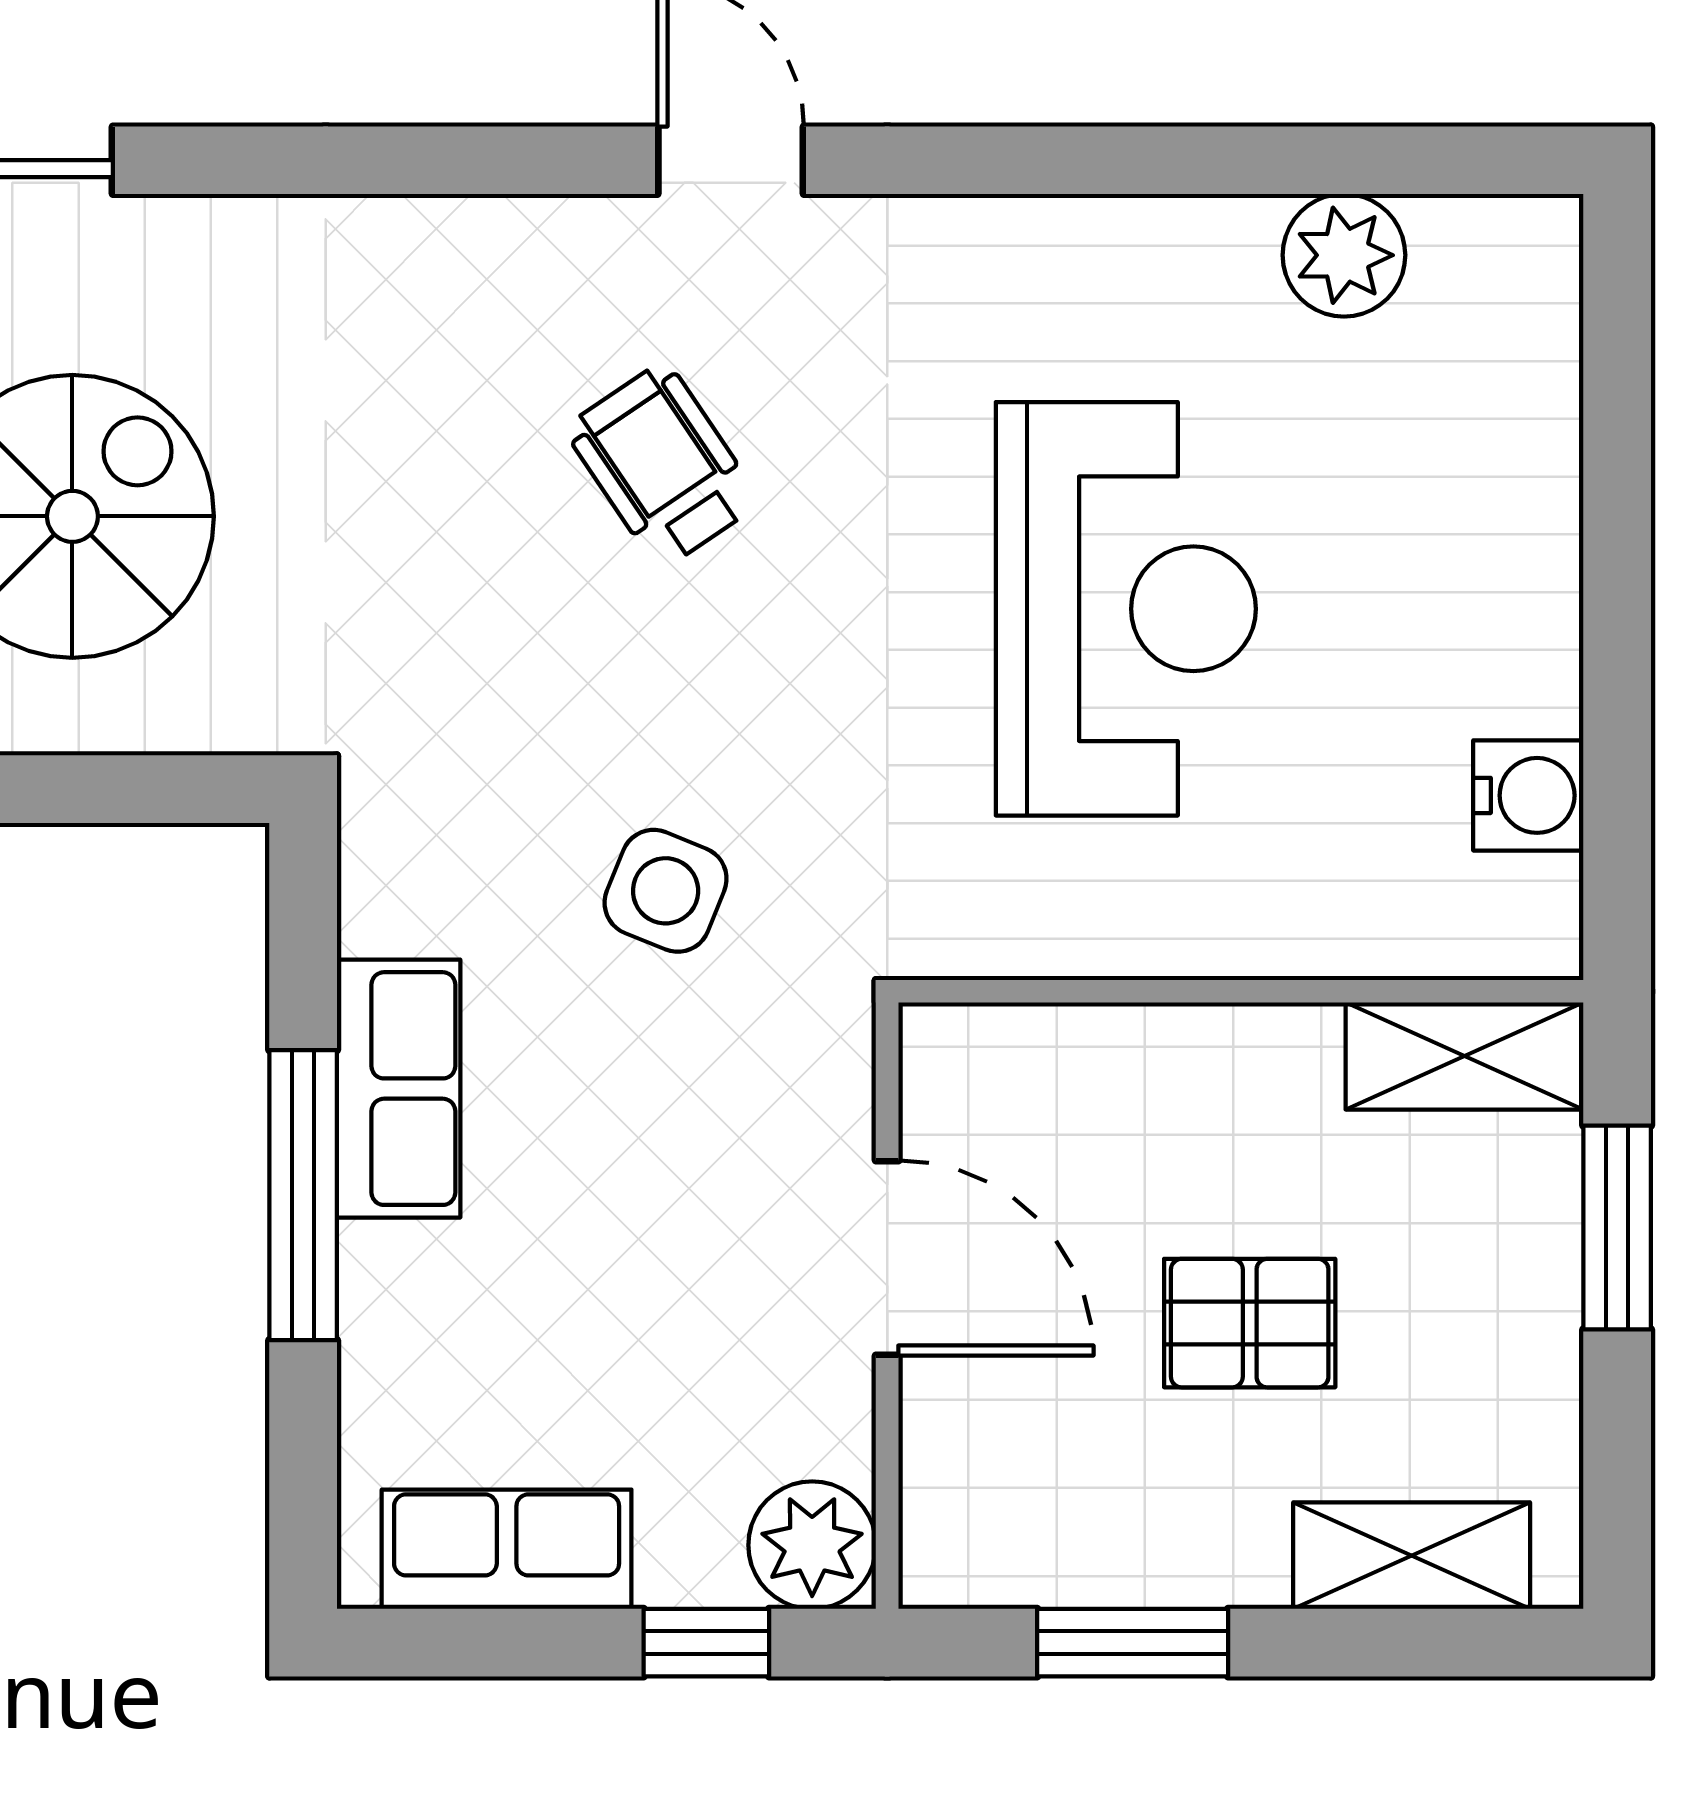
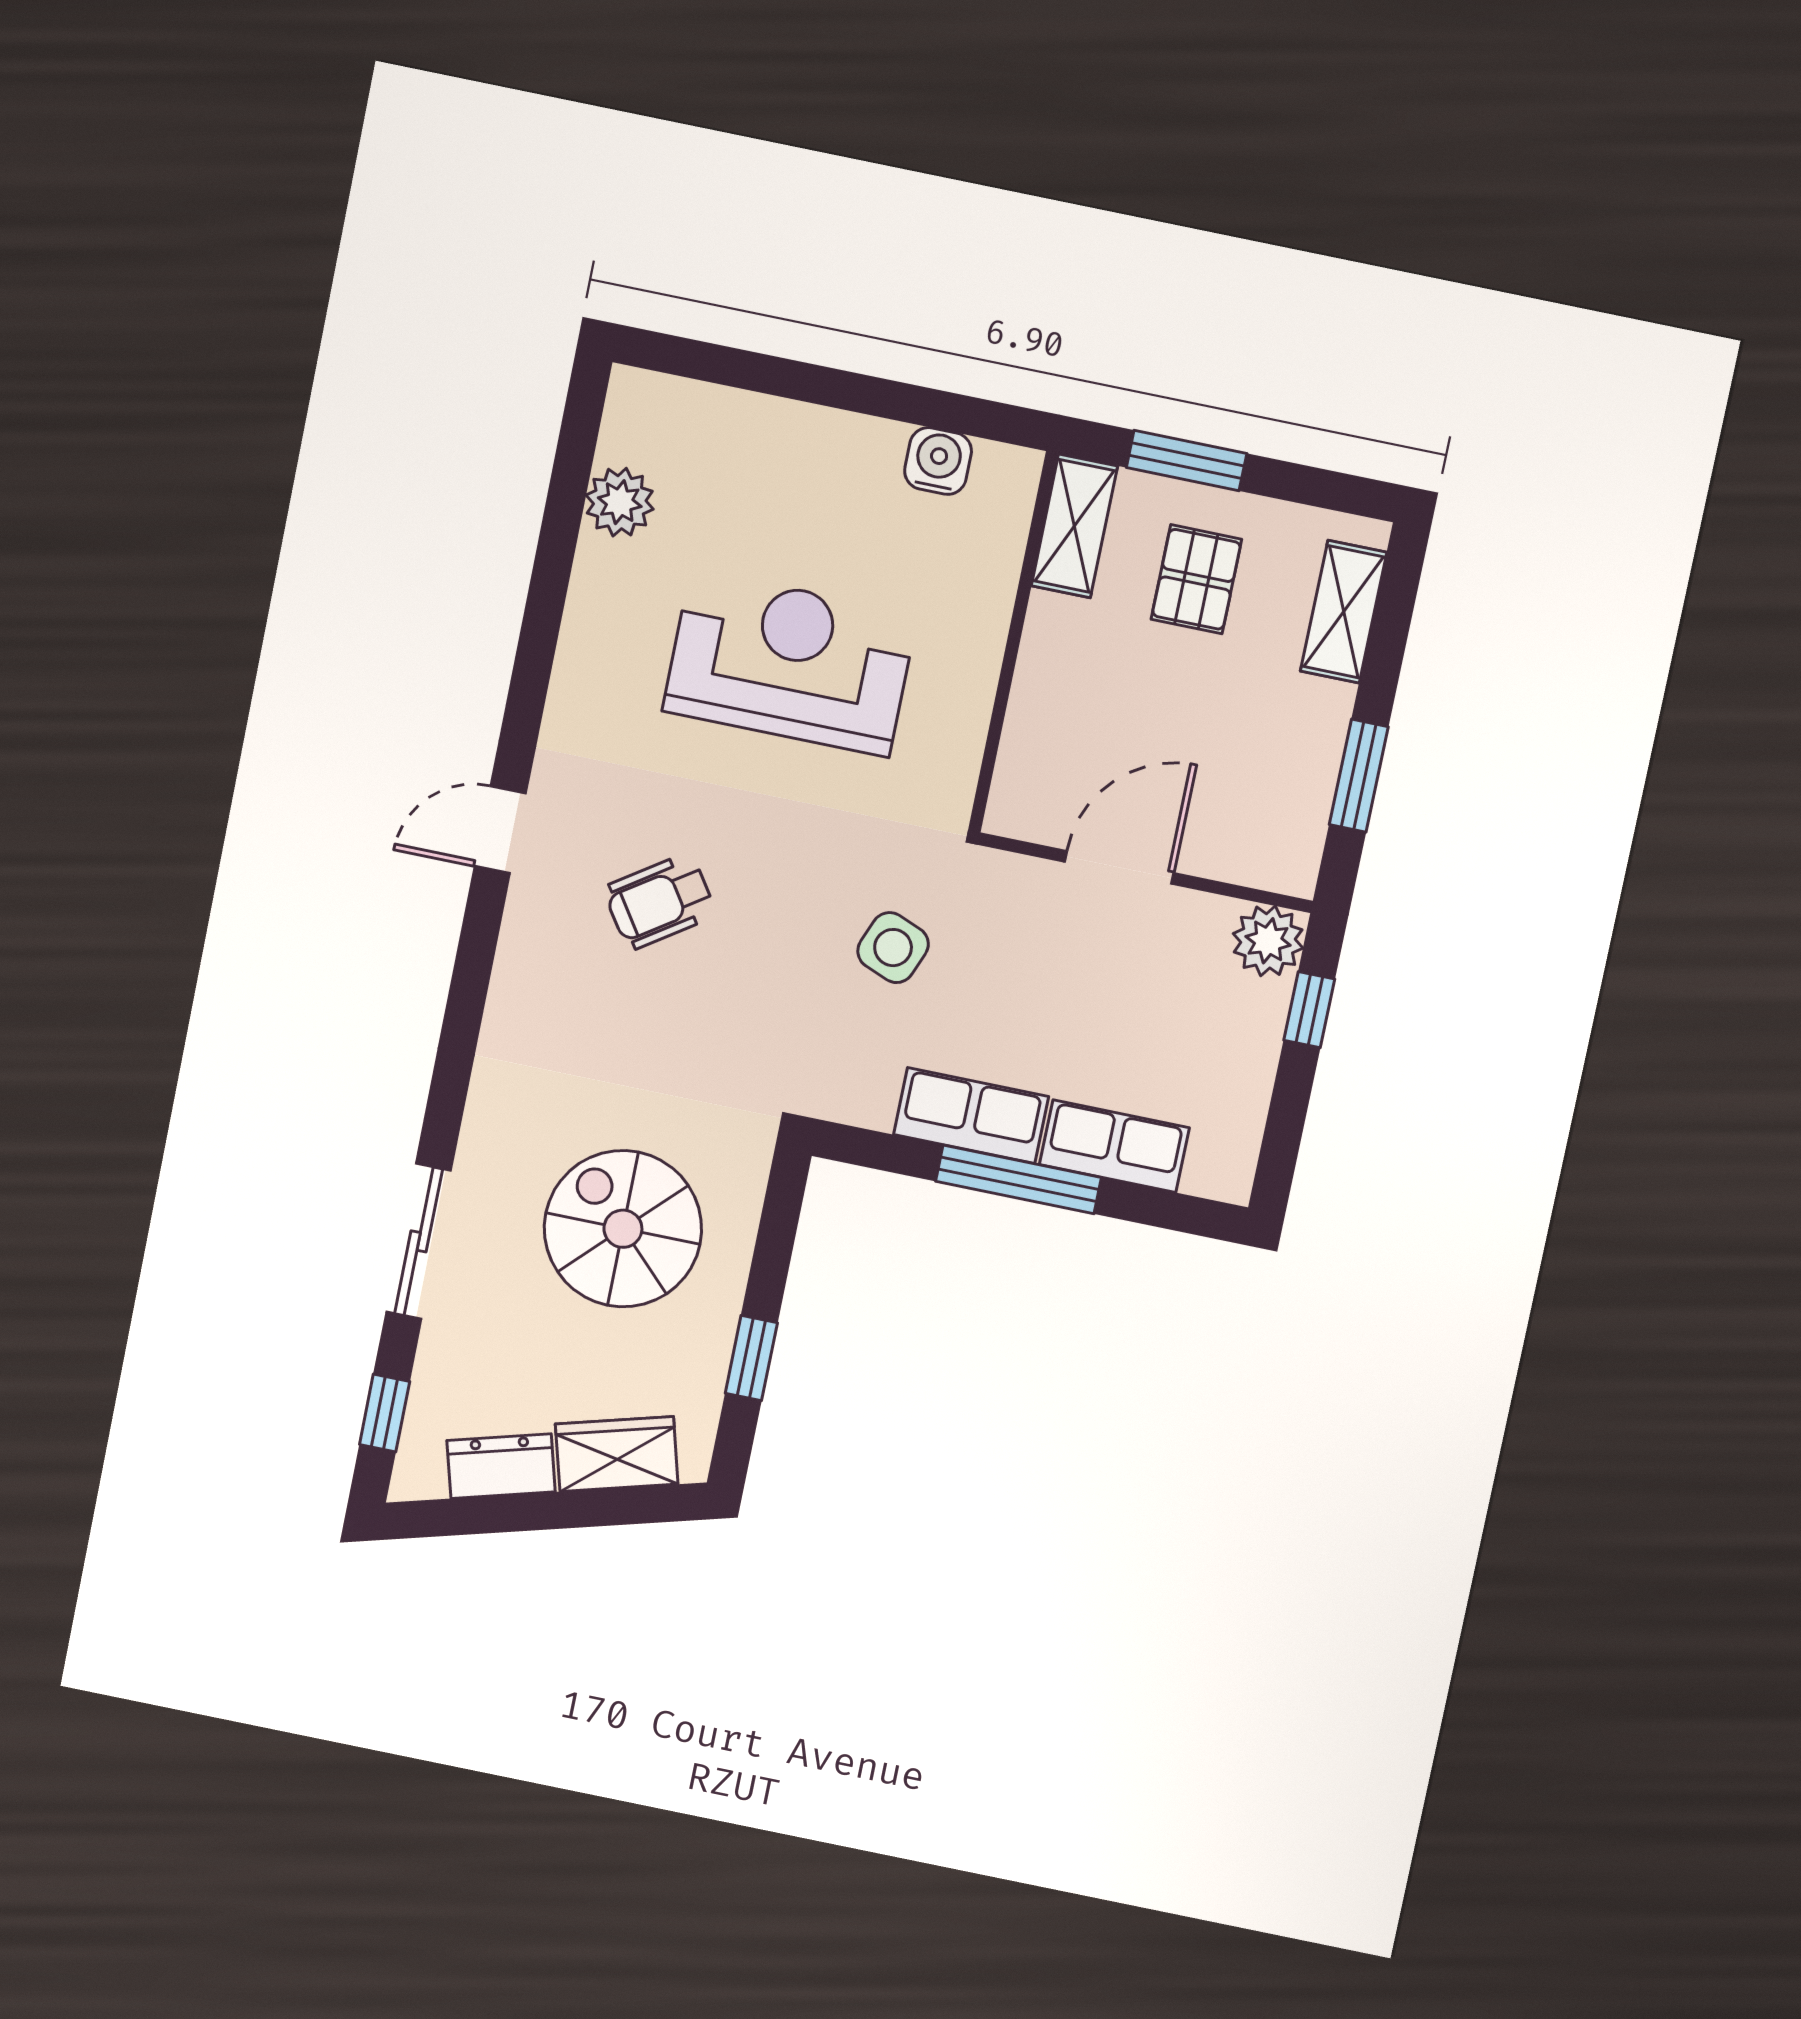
pallet: (1250, 1323) -> (1196, 579), moved
row of seats: (507, 1549) -> (1114, 1146), moved, turned 90

